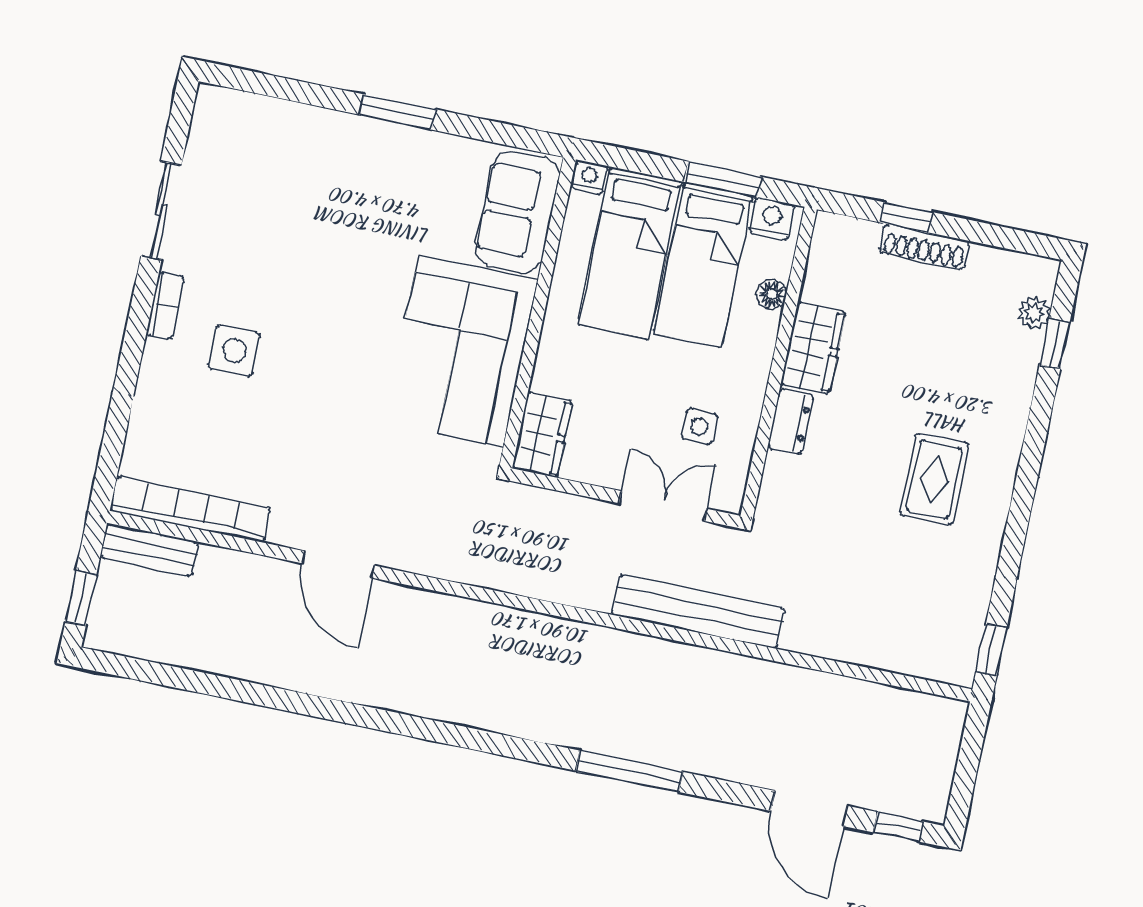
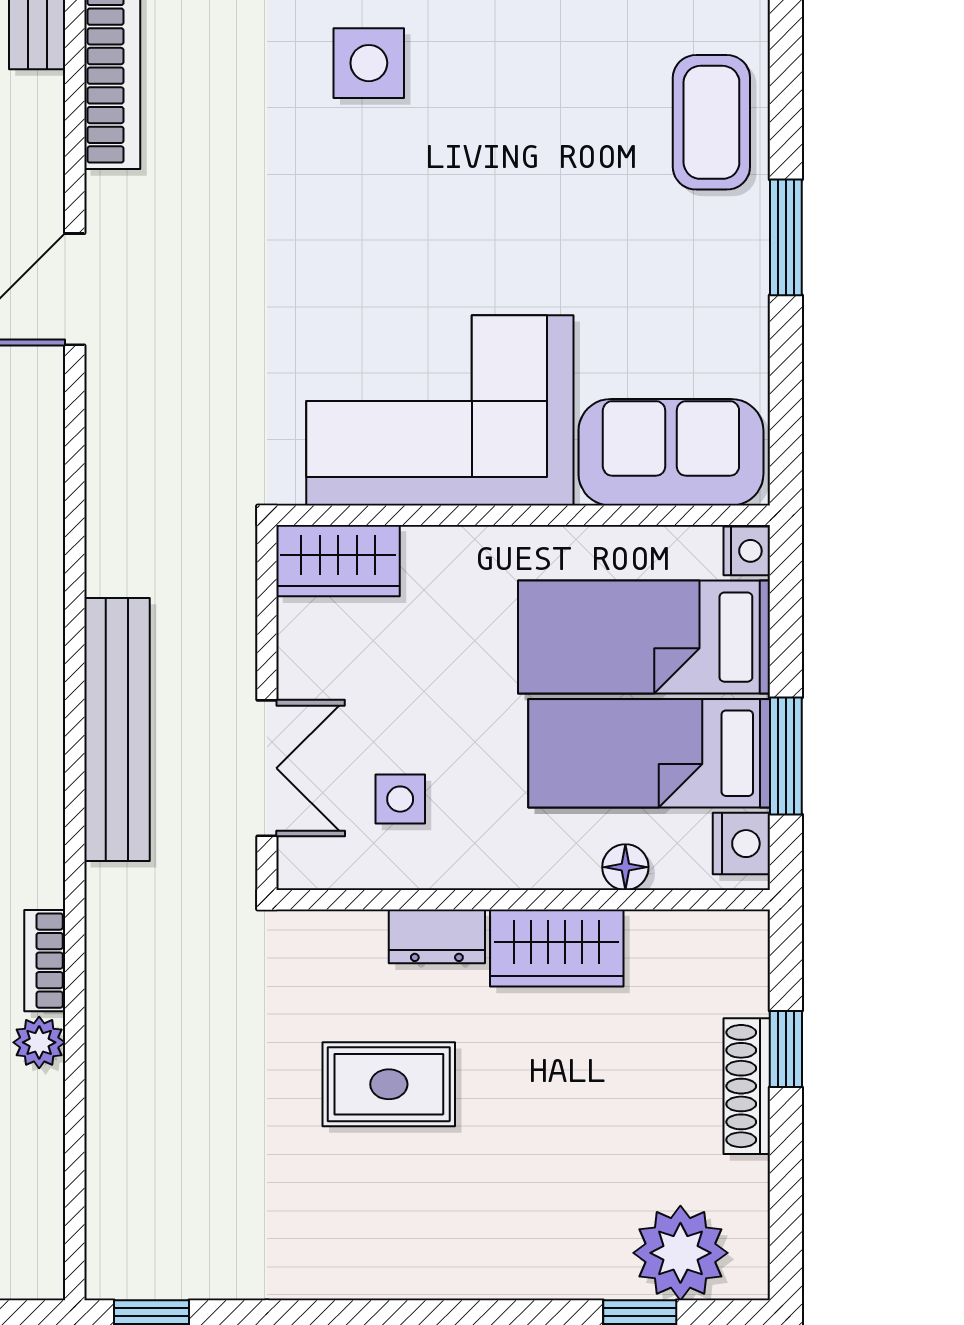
coffee table: (316, 144) -> (711, 122), added
plant: (1034, 313) -> (680, 1253), width x1.88, depth x1.88
rug: (934, 479) -> (389, 1084), moved
bench: (698, 611) -> (117, 729), moved
bookcase: (755, 670) -> (45, 961), added
plant: (805, 684) -> (39, 1042), added

